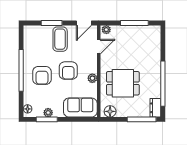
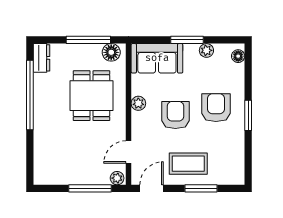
window: (134, 23) -> (90, 188), moved
coffee table: (60, 39) -> (188, 164), turned 90
window: (21, 70) -> (248, 115), width x0.47
dining table: (123, 83) -> (92, 96), turned 90
window: (47, 119) -> (187, 40), moved
window: (142, 119) -> (88, 40), moved

